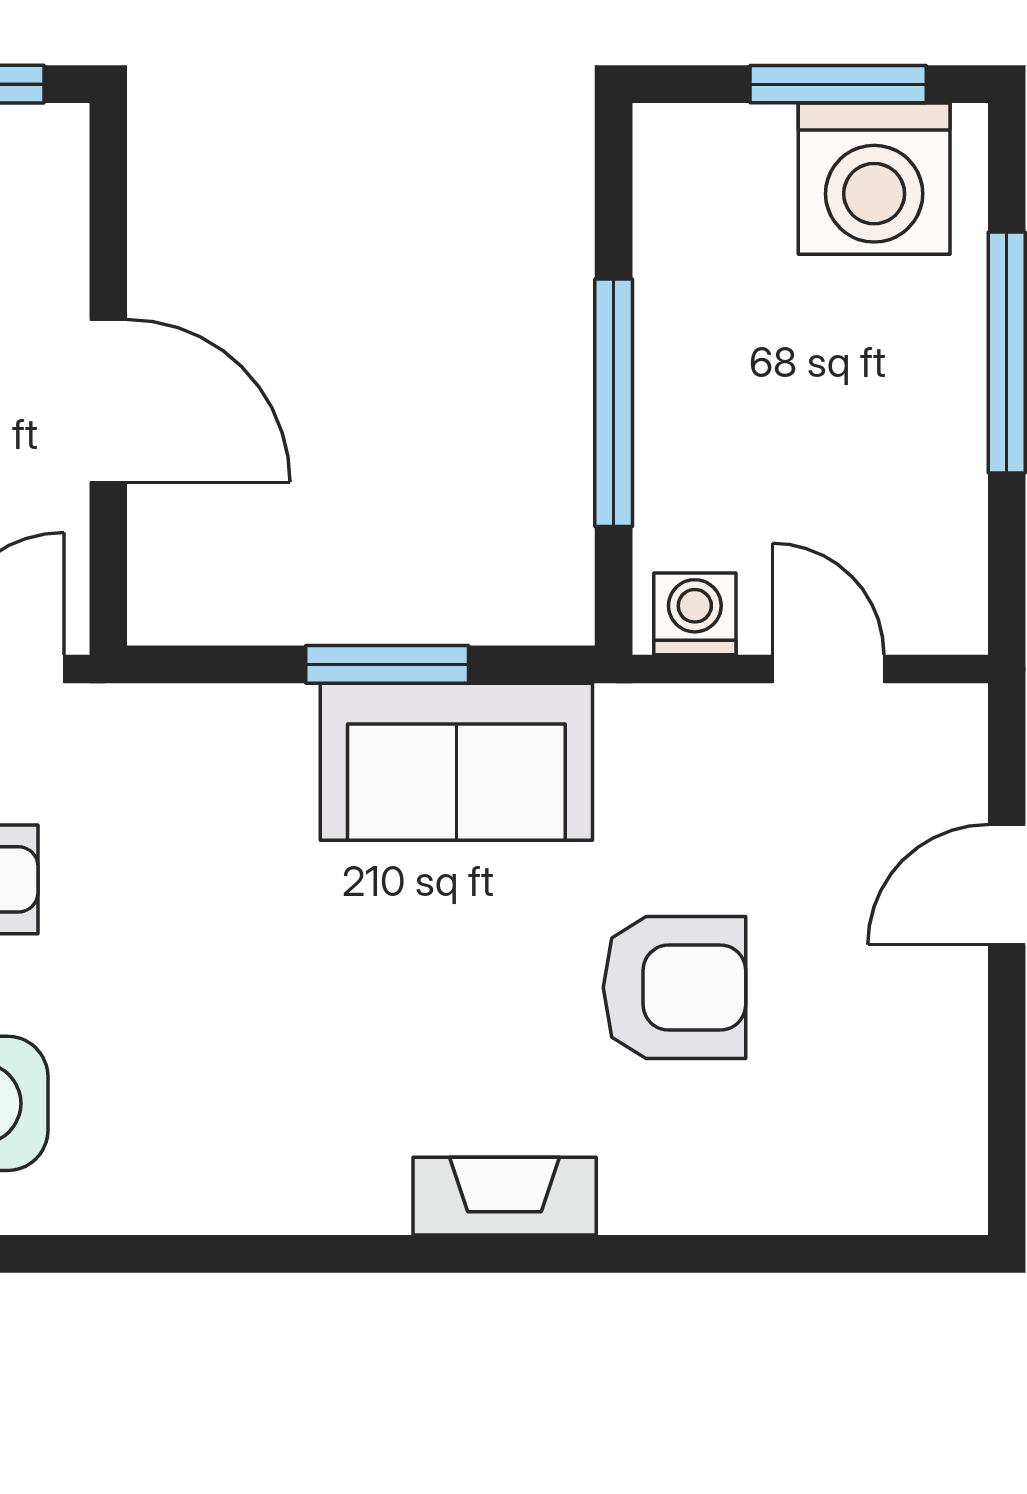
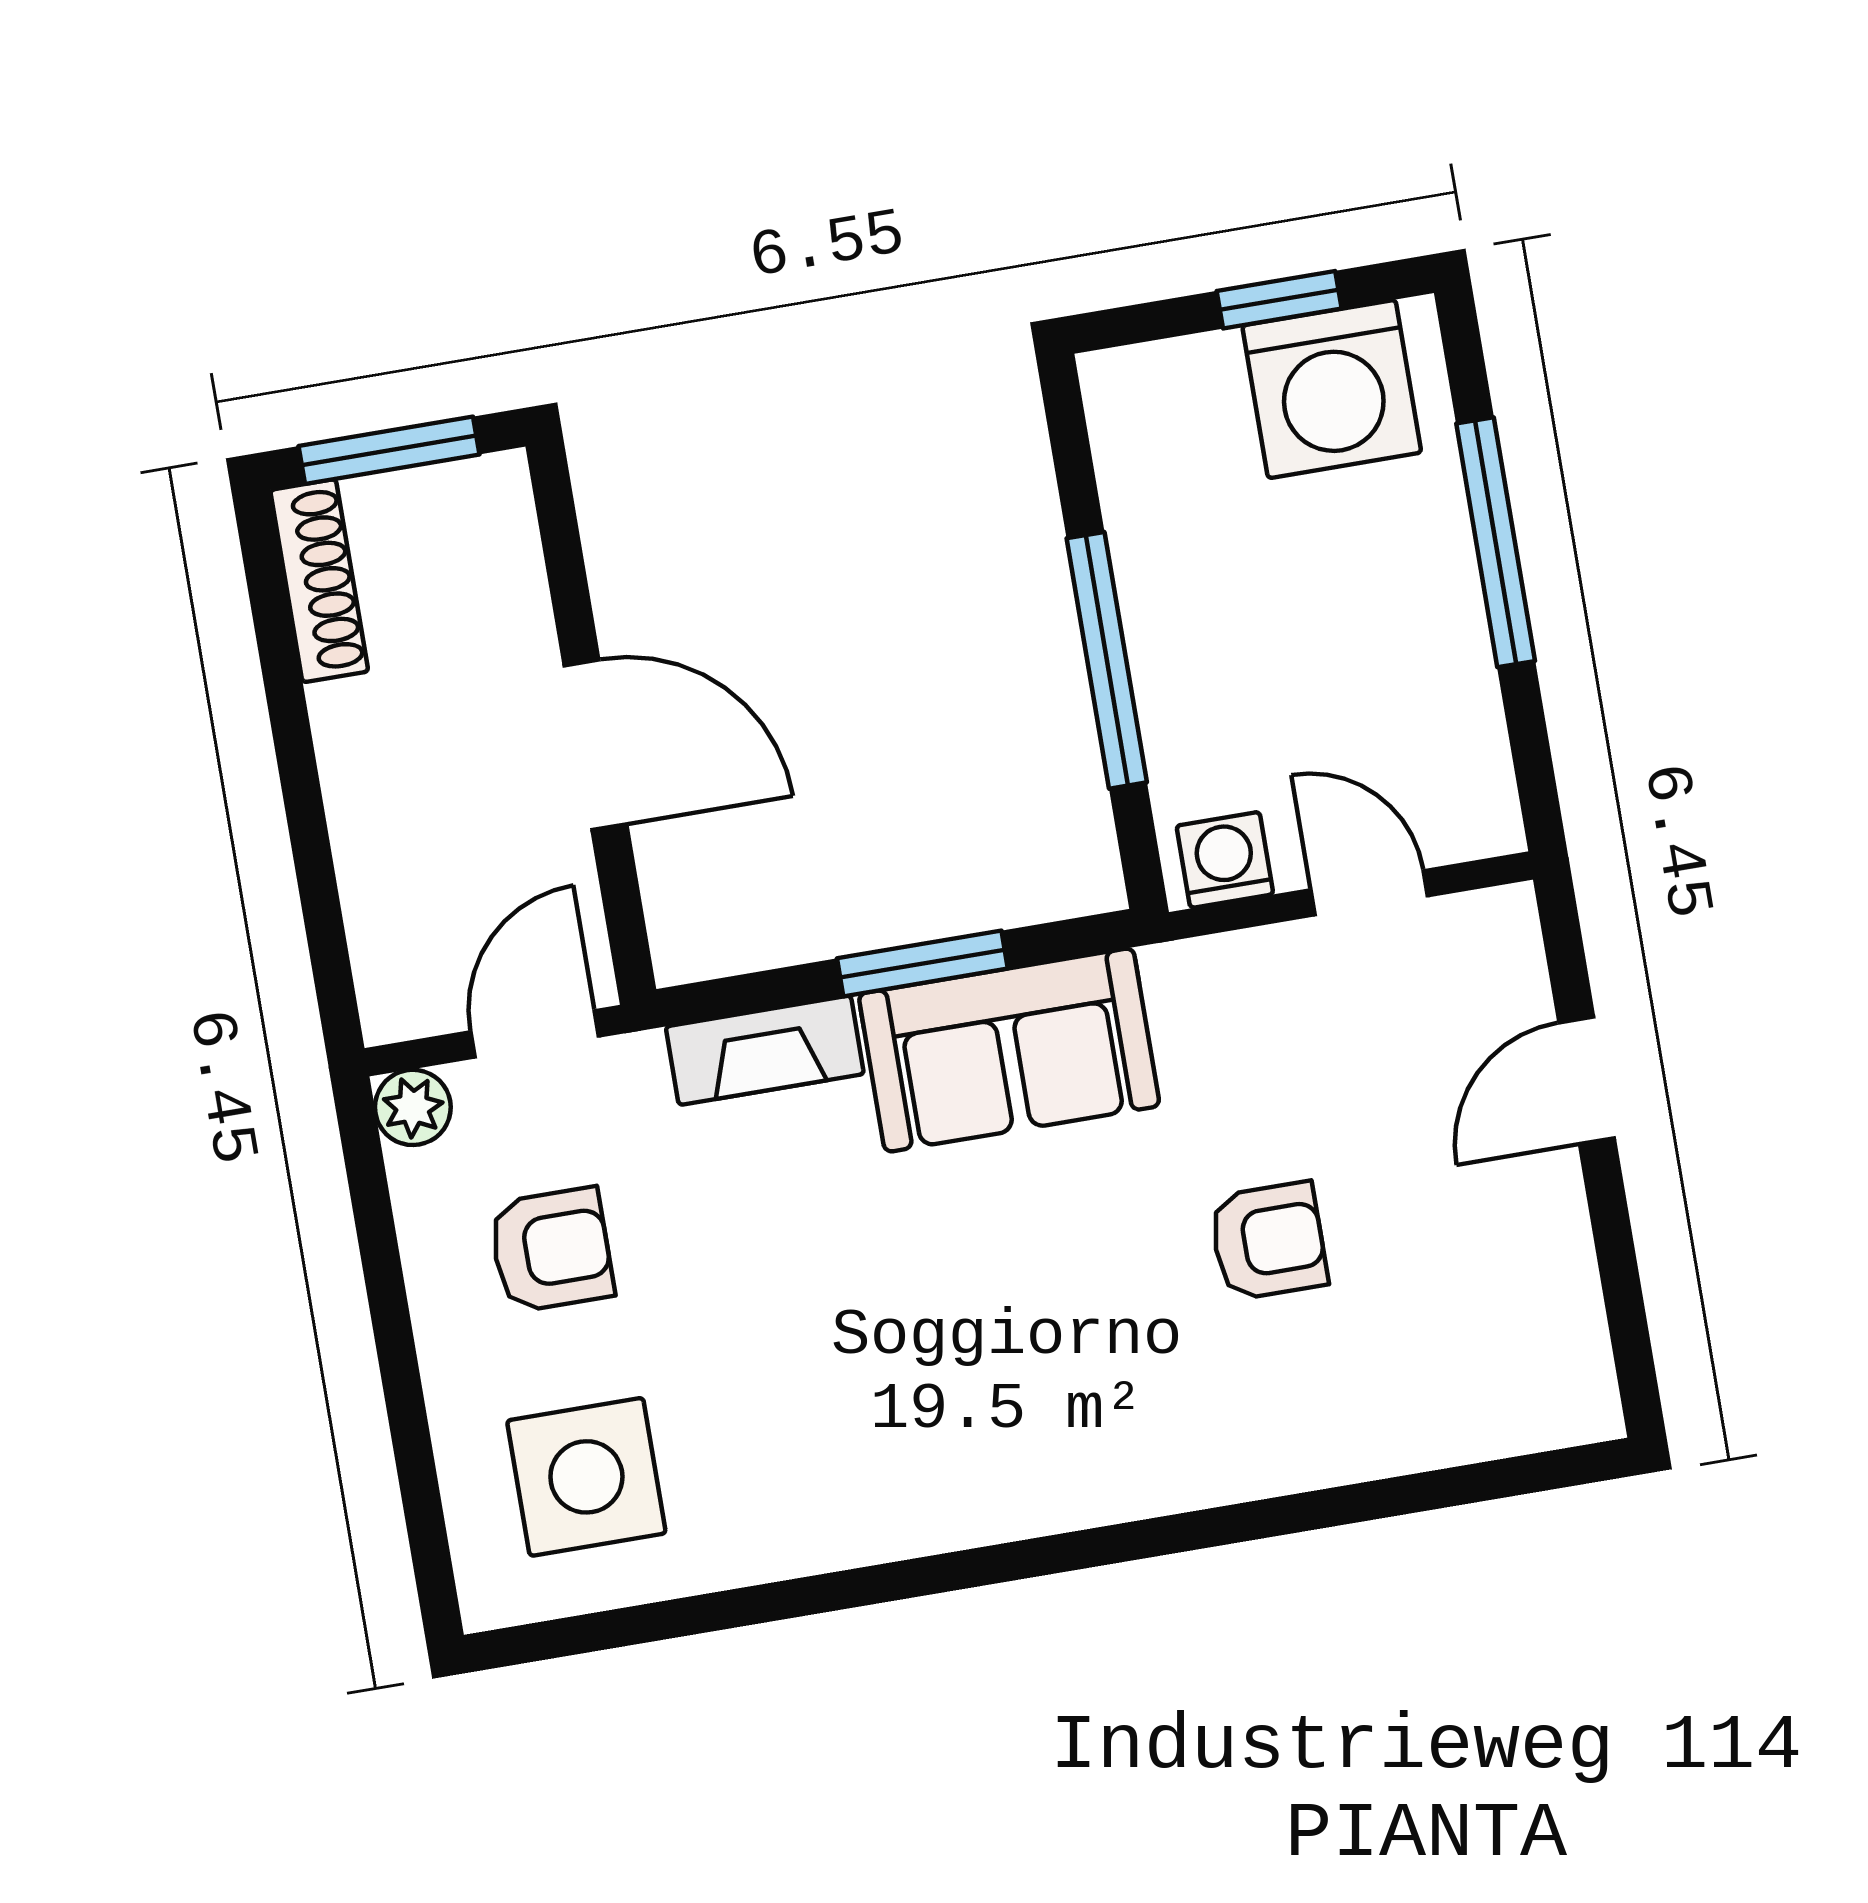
window: (838, 84) -> (1279, 300), width x0.67
armchair: (674, 988) -> (1268, 1241), width x0.72, depth x0.72
fireplace: (505, 1196) -> (765, 1050), moved, turned 180

